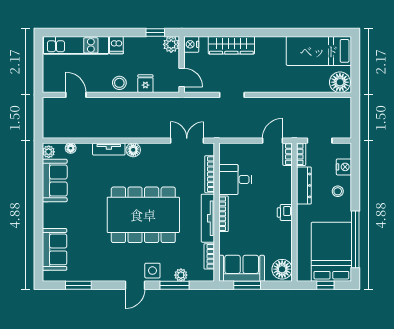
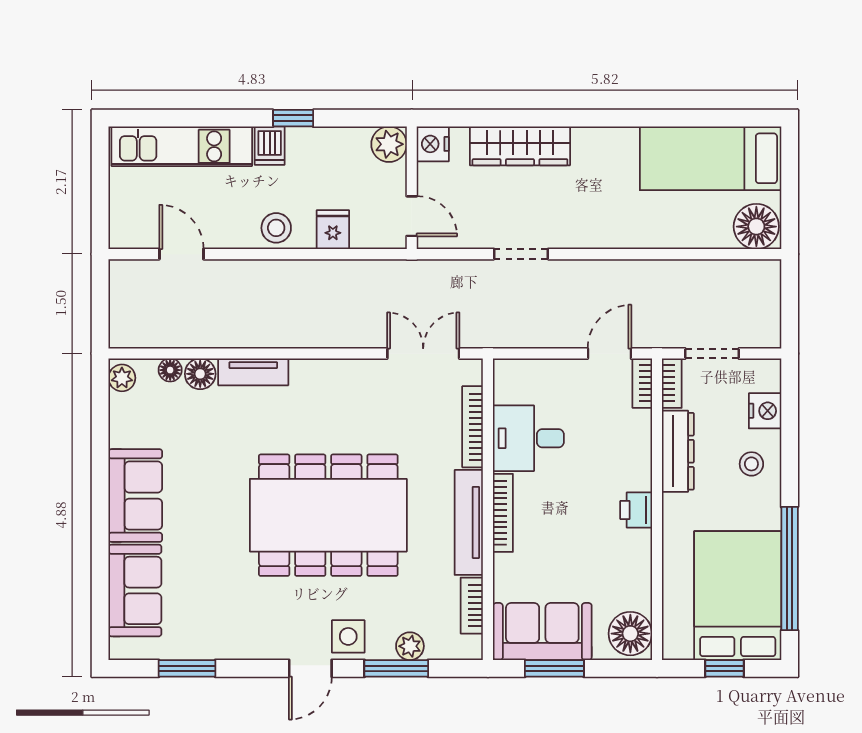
window: (155, 32) -> (293, 118), moved
floor lamp: (133, 150) -> (200, 374), moved
sofa: (55, 180) -> (135, 496), moved

